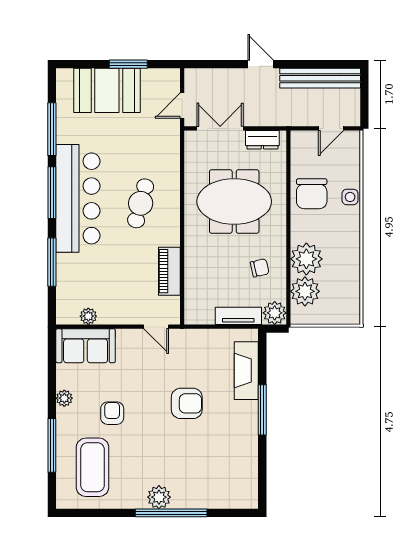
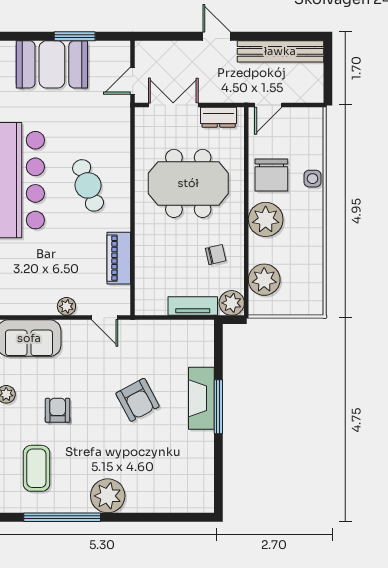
door: (331, 128) -> (268, 105), moved
cafe table: (141, 203) -> (88, 185), turned -35
plant: (306, 259) -> (266, 219), moved
plant: (88, 316) -> (66, 306), moved
fireplace: (246, 371) -> (201, 398), moved
armchair: (187, 403) -> (138, 400), turned 62
coffee table: (93, 467) -> (36, 468), width x0.73, depth x0.76
plant: (159, 497) -> (108, 496), width x1.36, depth x1.36
window: (171, 513) -> (62, 517), moved

